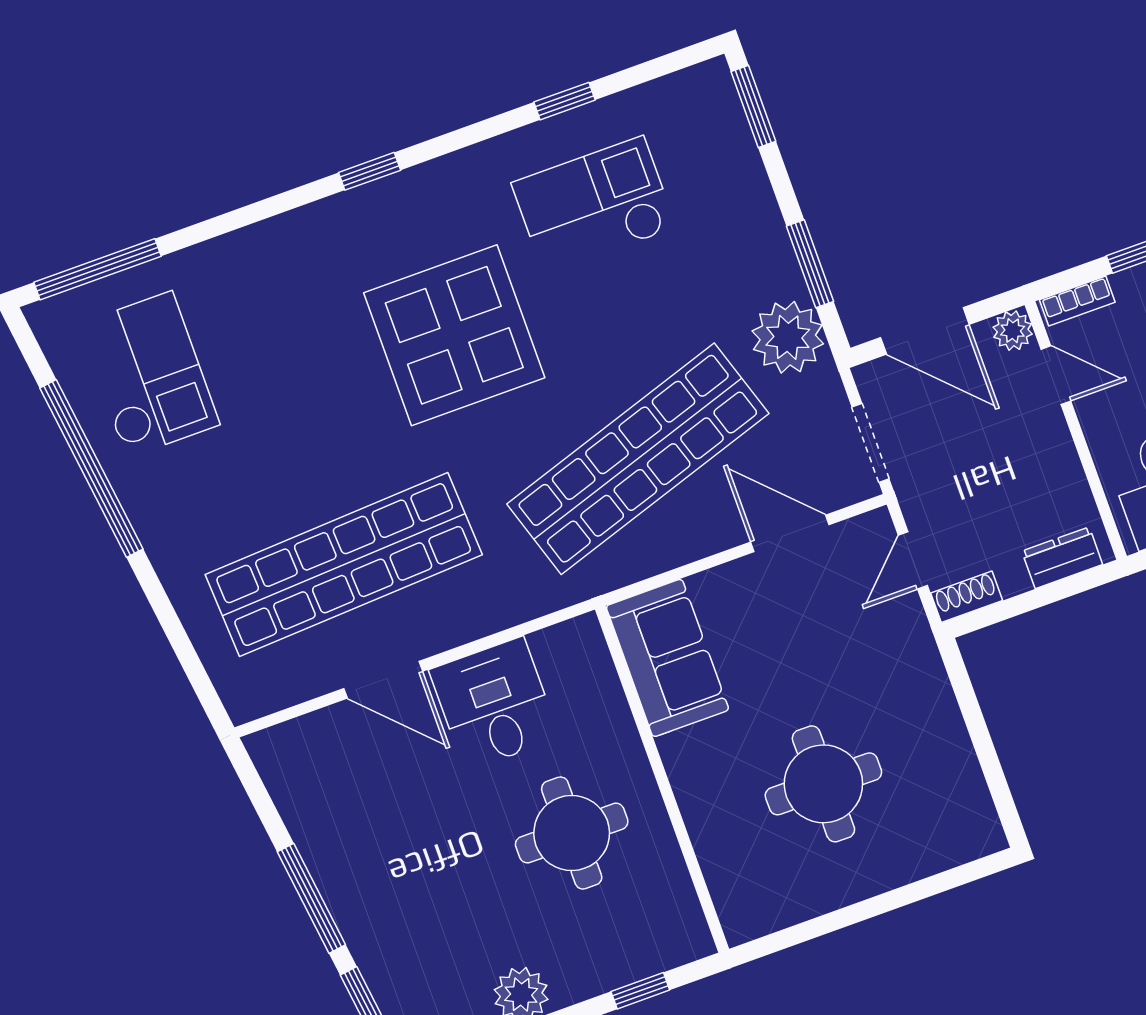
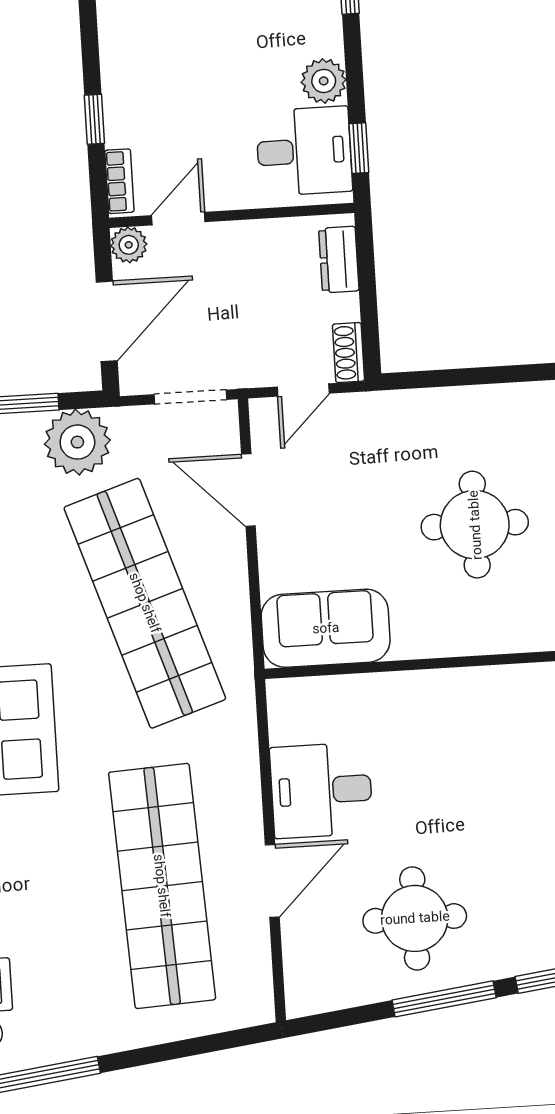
door: (790, 533) -> (248, 490), hinge flipped
door: (913, 560) -> (303, 390), hinge flipped
round table: (572, 833) -> (415, 918), moved

